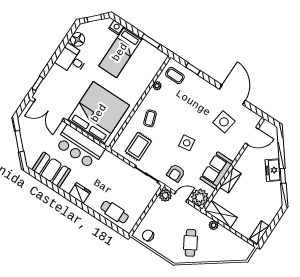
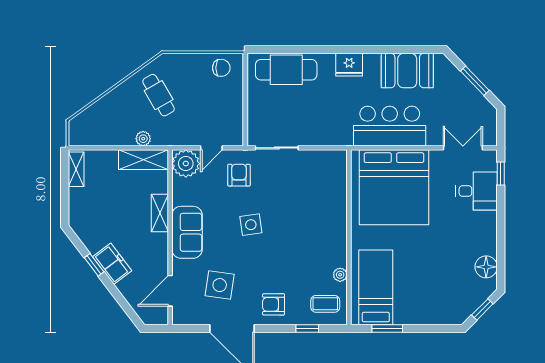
nightstand: (116, 27) -> (445, 317), removed
bed: (120, 52) -> (376, 287), moved
desk: (72, 59) -> (477, 191), moved
armchair: (202, 93) -> (274, 304), added
double door: (49, 110) -> (463, 148), width x0.73
coffee table: (150, 118) -> (321, 225), removed
rug: (138, 146) -> (312, 178), removed
sofa: (217, 170) -> (187, 232), moved
plant: (165, 195) -> (233, 136), removed
cafe table: (115, 212) -> (286, 70), width x1.37, depth x1.35

